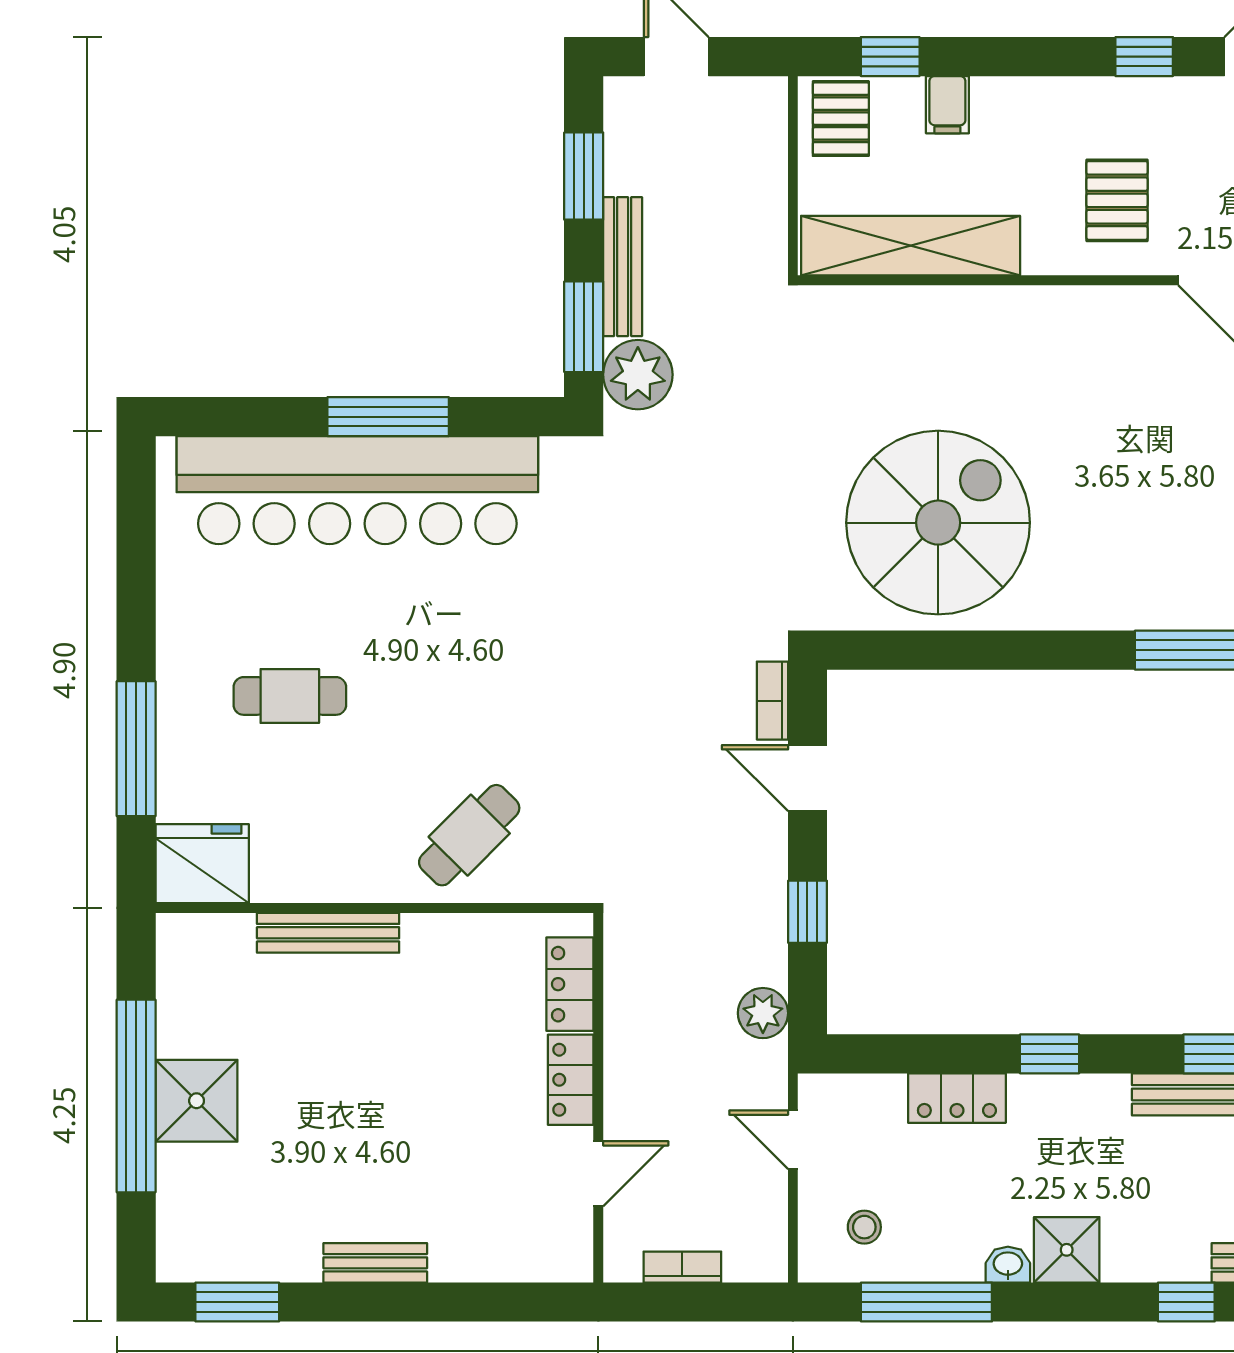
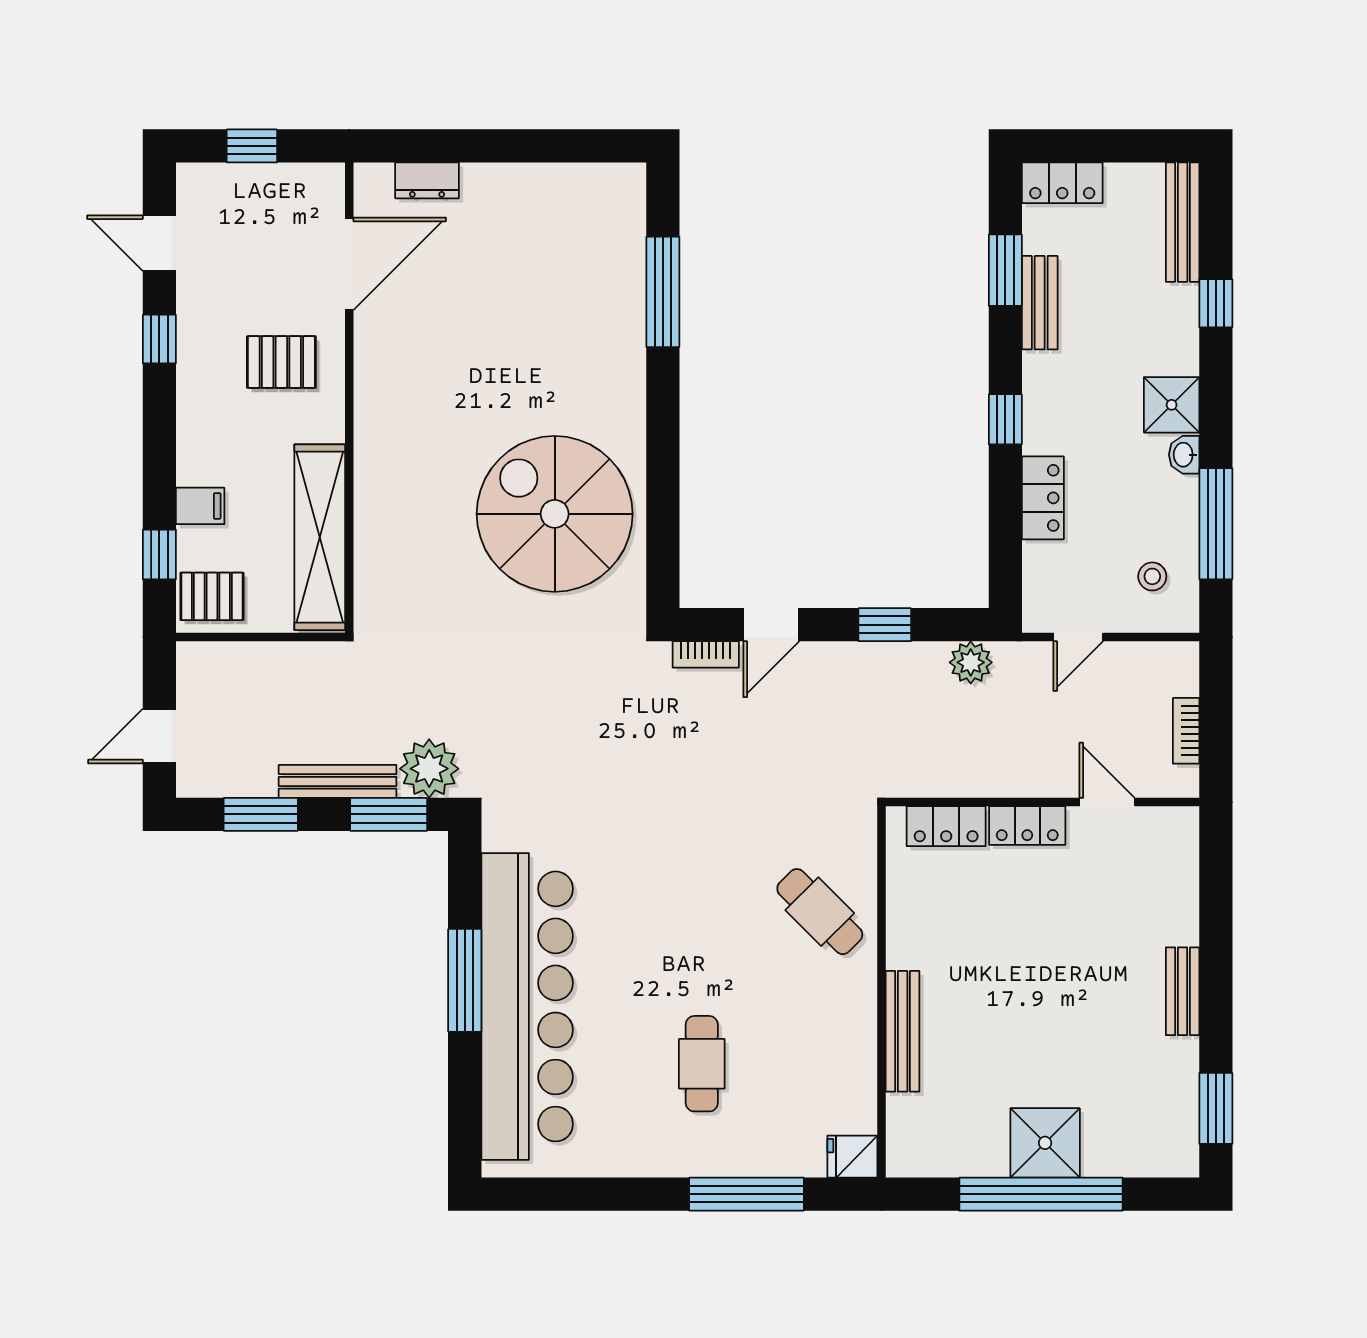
fridge: (202, 864) -> (852, 1157), width x0.53, depth x0.75

